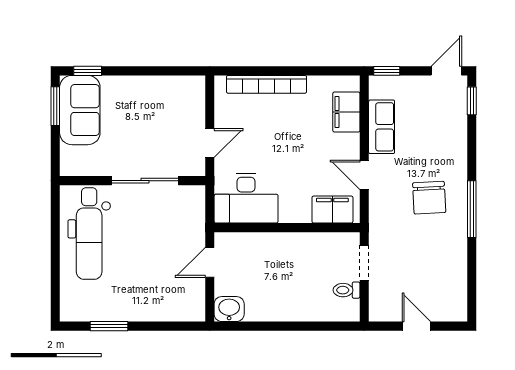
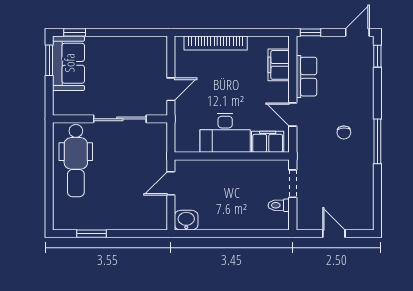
desk: (246, 198) -> (225, 133), moved
chair: (429, 198) -> (344, 132), width x0.54, depth x0.54

